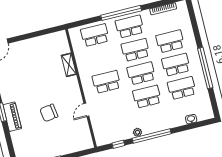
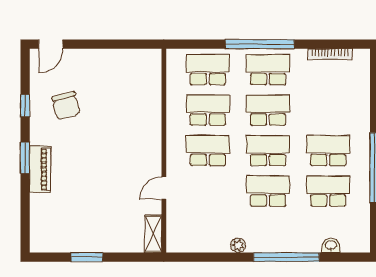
school desk: (170, 41) -> (208, 110), moved
shelving: (69, 65) -> (153, 234), moved
chair: (49, 113) -> (66, 106), moved, turned -97
window: (152, 136) -> (286, 257), moved
window: (118, 144) -> (202, 257), removed

